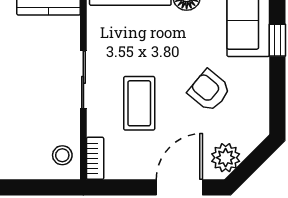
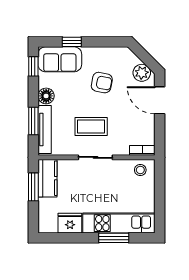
armchair: (209, 91) -> (102, 83), turned -119
coffee table: (139, 103) -> (91, 127), moved

